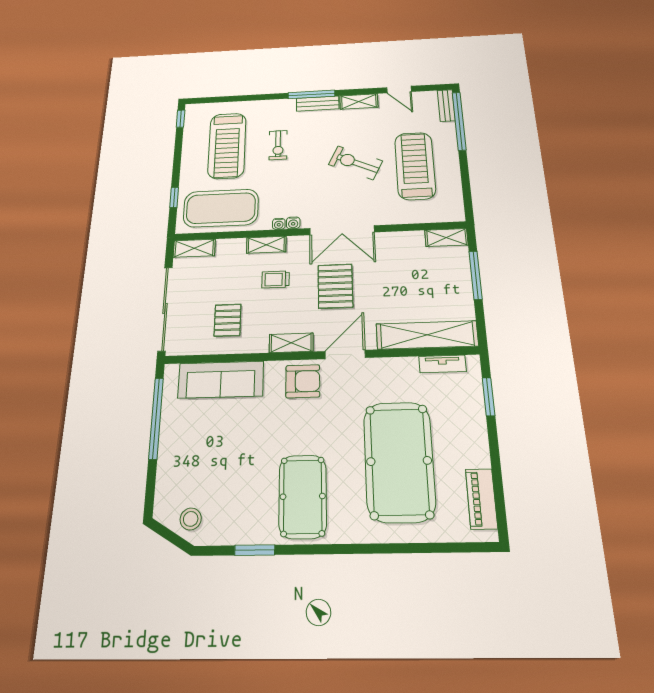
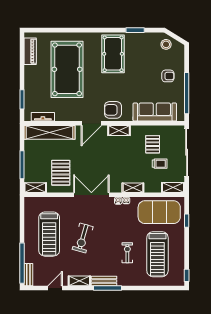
door: (399, 90) -> (55, 288), hinge flipped
treadmill: (227, 146) -> (157, 254), turned 180
exercise bike: (355, 163) -> (83, 238), turned 81
trolley: (276, 279) -> (160, 164), moved
pallet: (335, 286) -> (61, 173), moved
armchair: (191, 452) -> (168, 76), added

